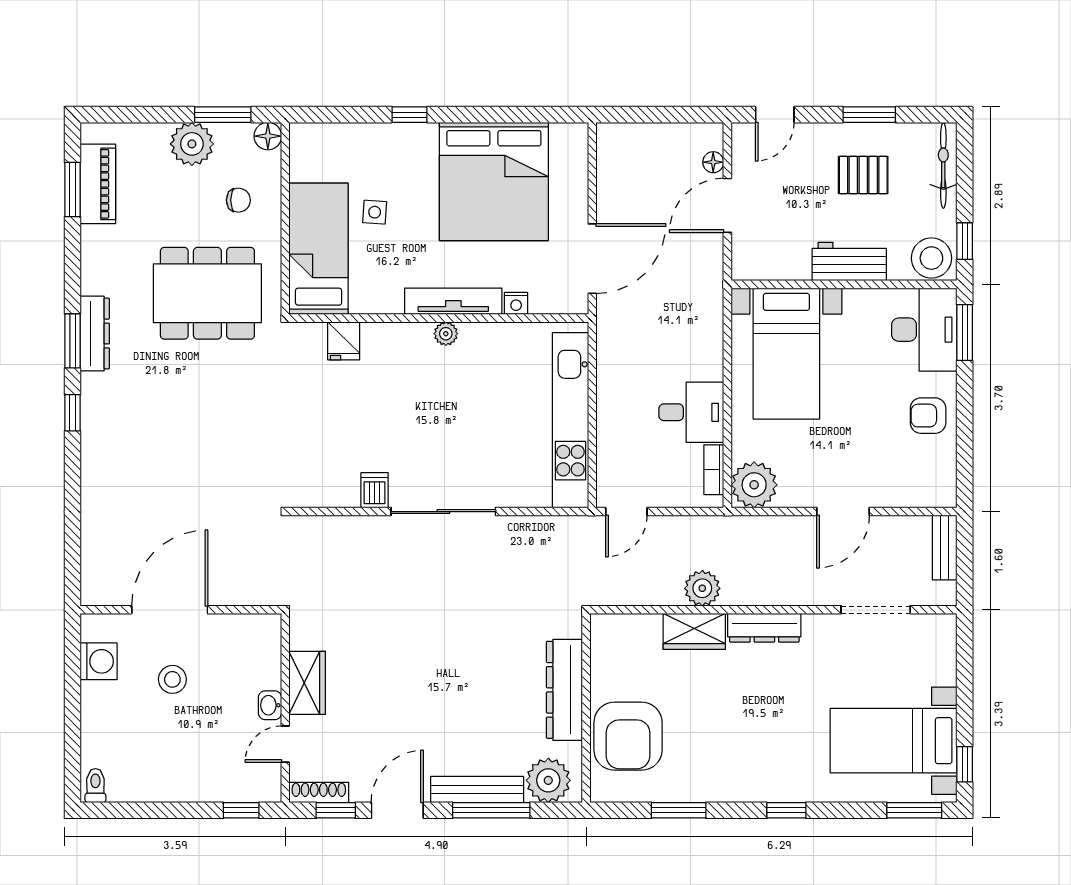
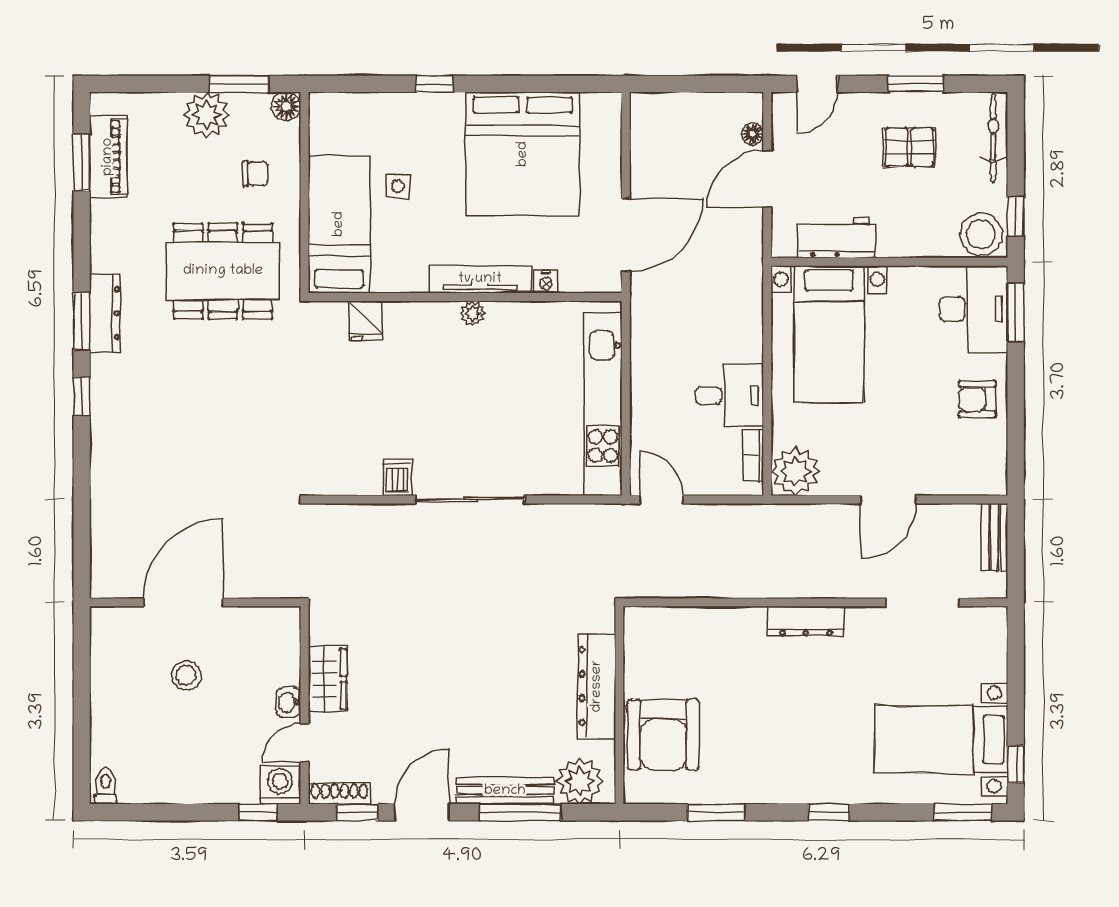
workbench: (849, 262) -> (837, 238), moved
door: (626, 512) -> (662, 500), swing flipped
plant: (702, 588) -> (741, 580), removed
wardrobe: (694, 631) -> (733, 625), removed
washing machine: (99, 661) -> (280, 785), moved, turned -90

